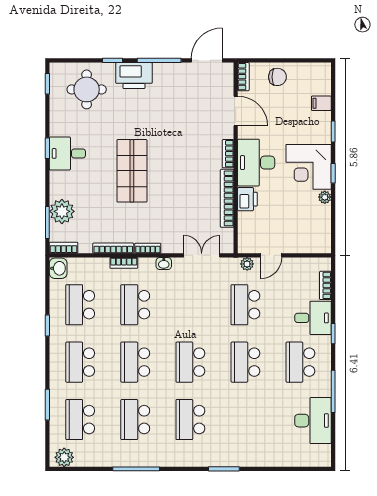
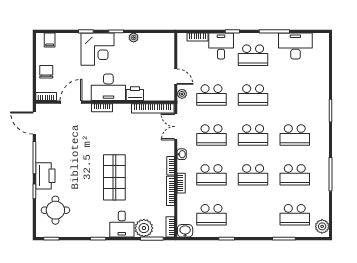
filing cabinet: (321, 103) -> (50, 40), moved
desk: (67, 153) -> (122, 224), moved
corner desk: (309, 167) -> (98, 49), moved
shop shelf: (132, 171) -> (114, 177), turned 90
bookcase: (227, 198) -> (153, 108), moved
school desk: (80, 362) -> (211, 135), moved

